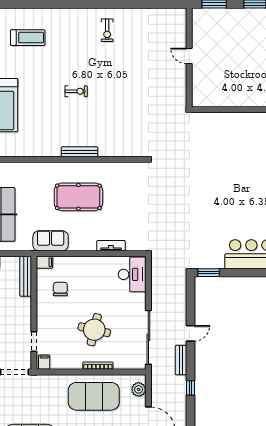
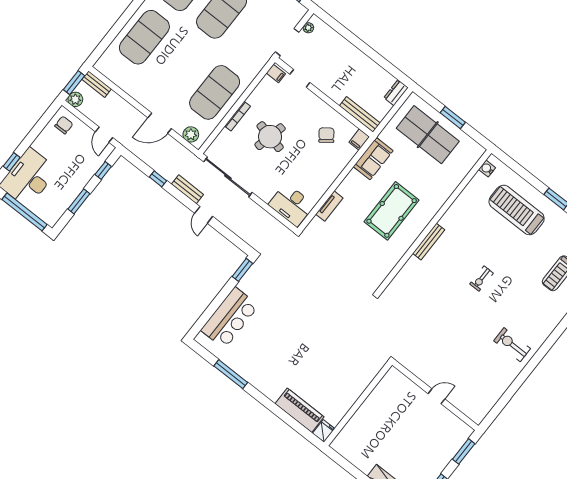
exercise bike: (107, 30) -> (512, 345), width x1.38, depth x1.39
chair: (60, 289) -> (326, 135), turned -127

